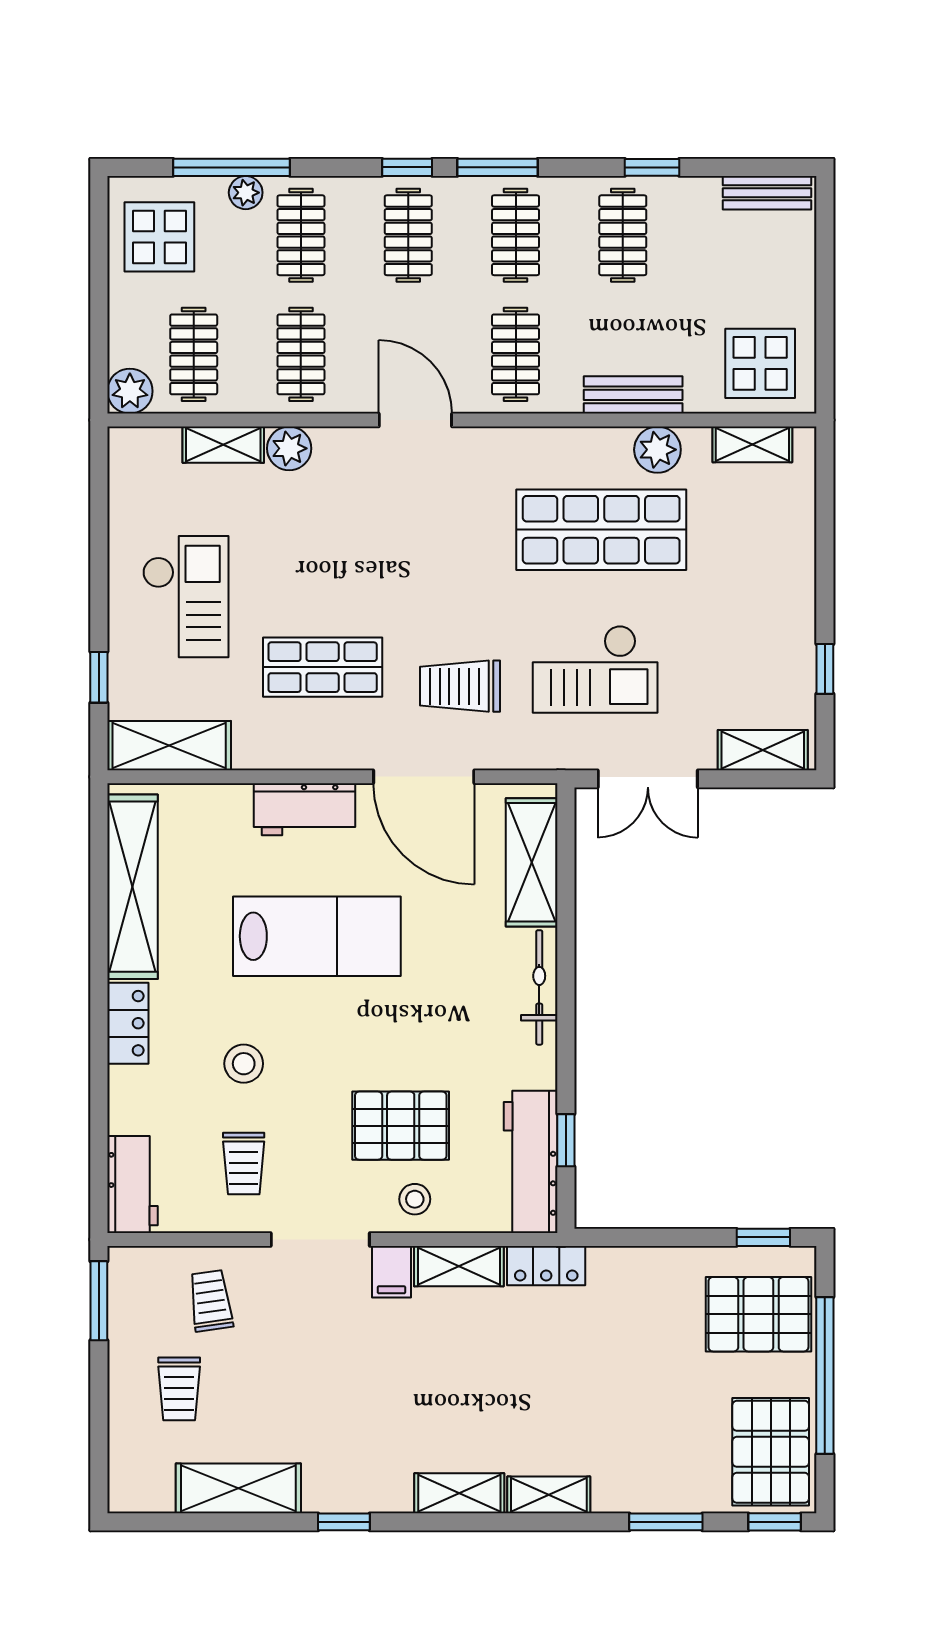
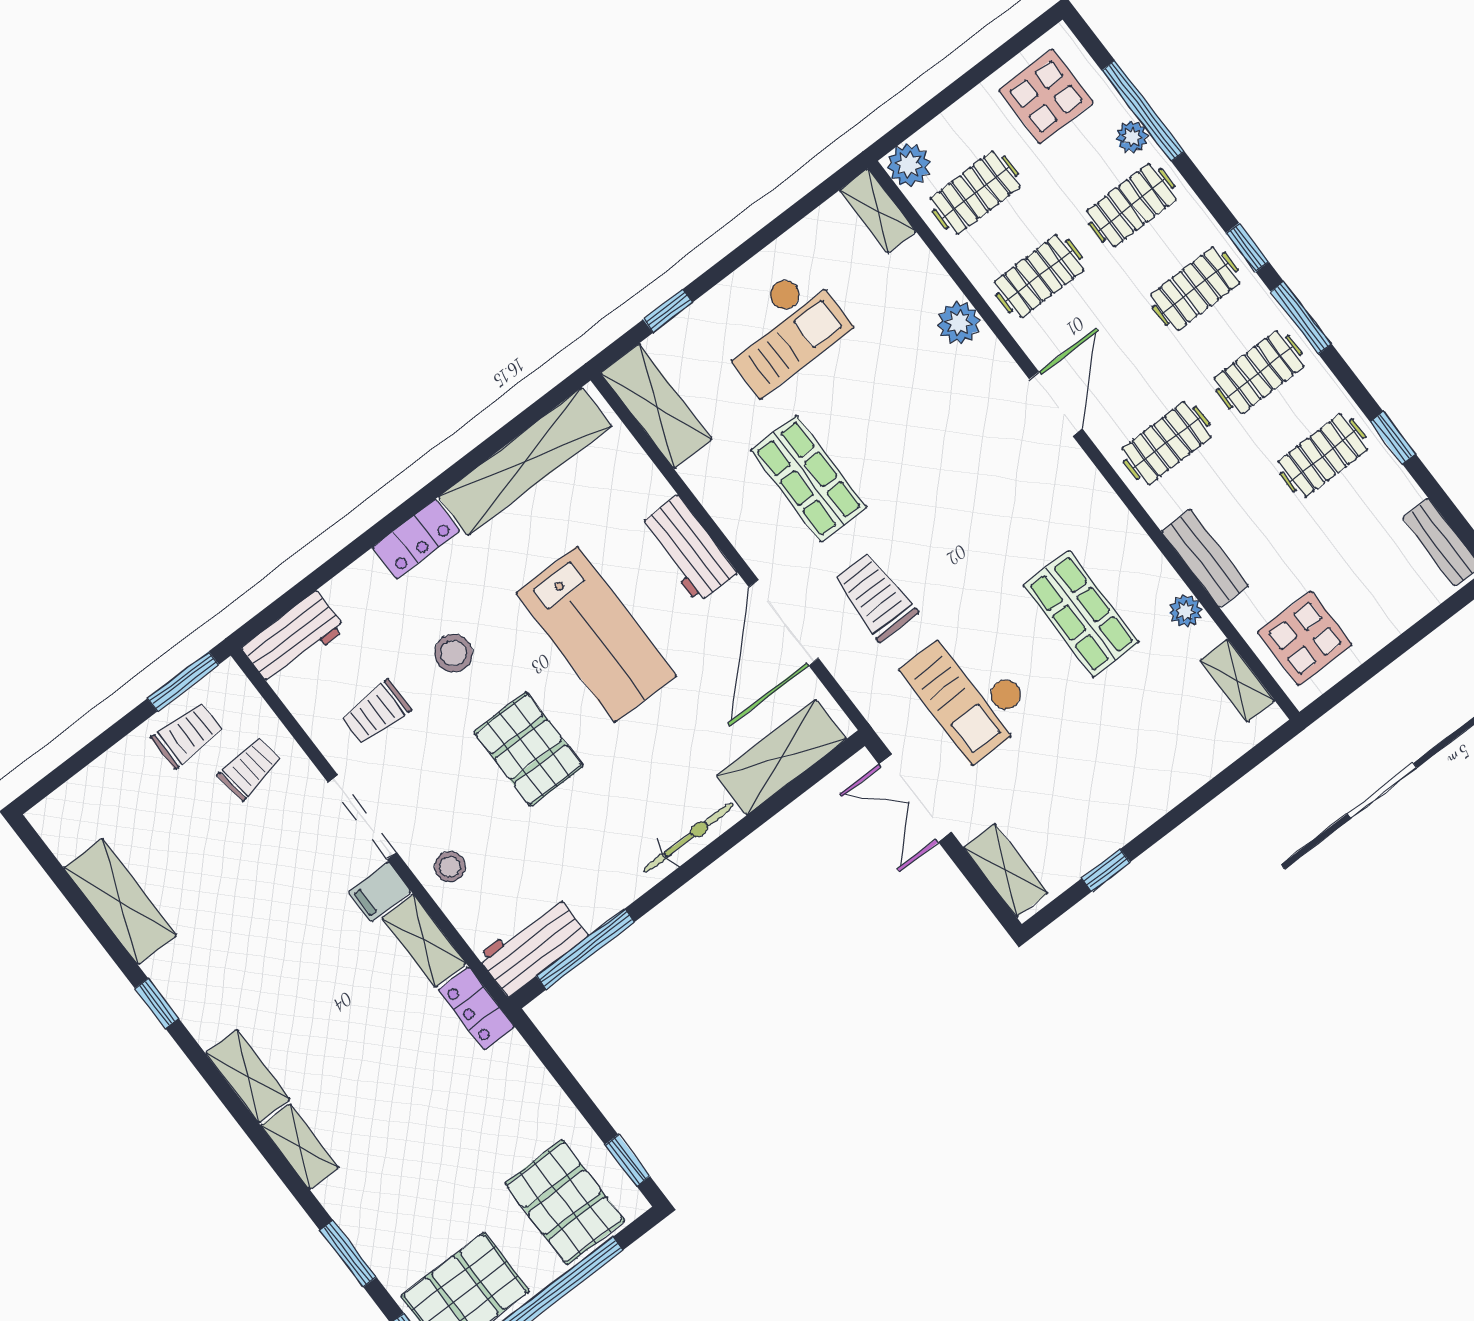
shelving: (223, 445) -> (878, 211), moved
plant: (657, 450) -> (1185, 611), width x0.73, depth x0.73
shop shelf: (601, 530) -> (1081, 614), width x0.70, depth x0.74
pallet: (401, 1126) -> (529, 749), moved
window: (566, 1140) -> (585, 949), width x2.17
workbench: (531, 1162) -> (533, 946), width x0.73
trolley: (179, 1389) -> (187, 735), moved, turned 180

